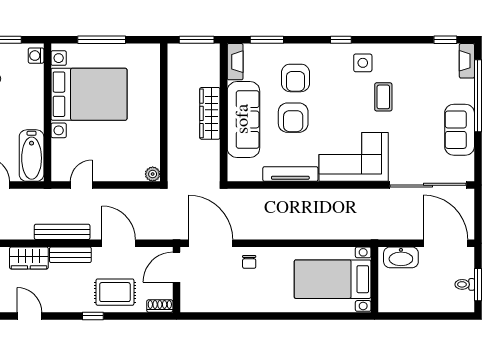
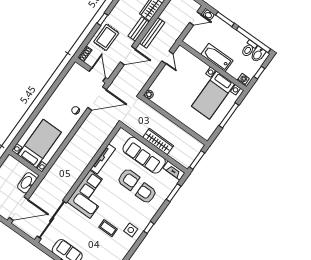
bed with nightstands: (89, 94) -> (213, 95), width x0.73
armchair: (293, 118) -> (128, 179), turned 180
bathtub: (32, 156) -> (217, 57), moved

